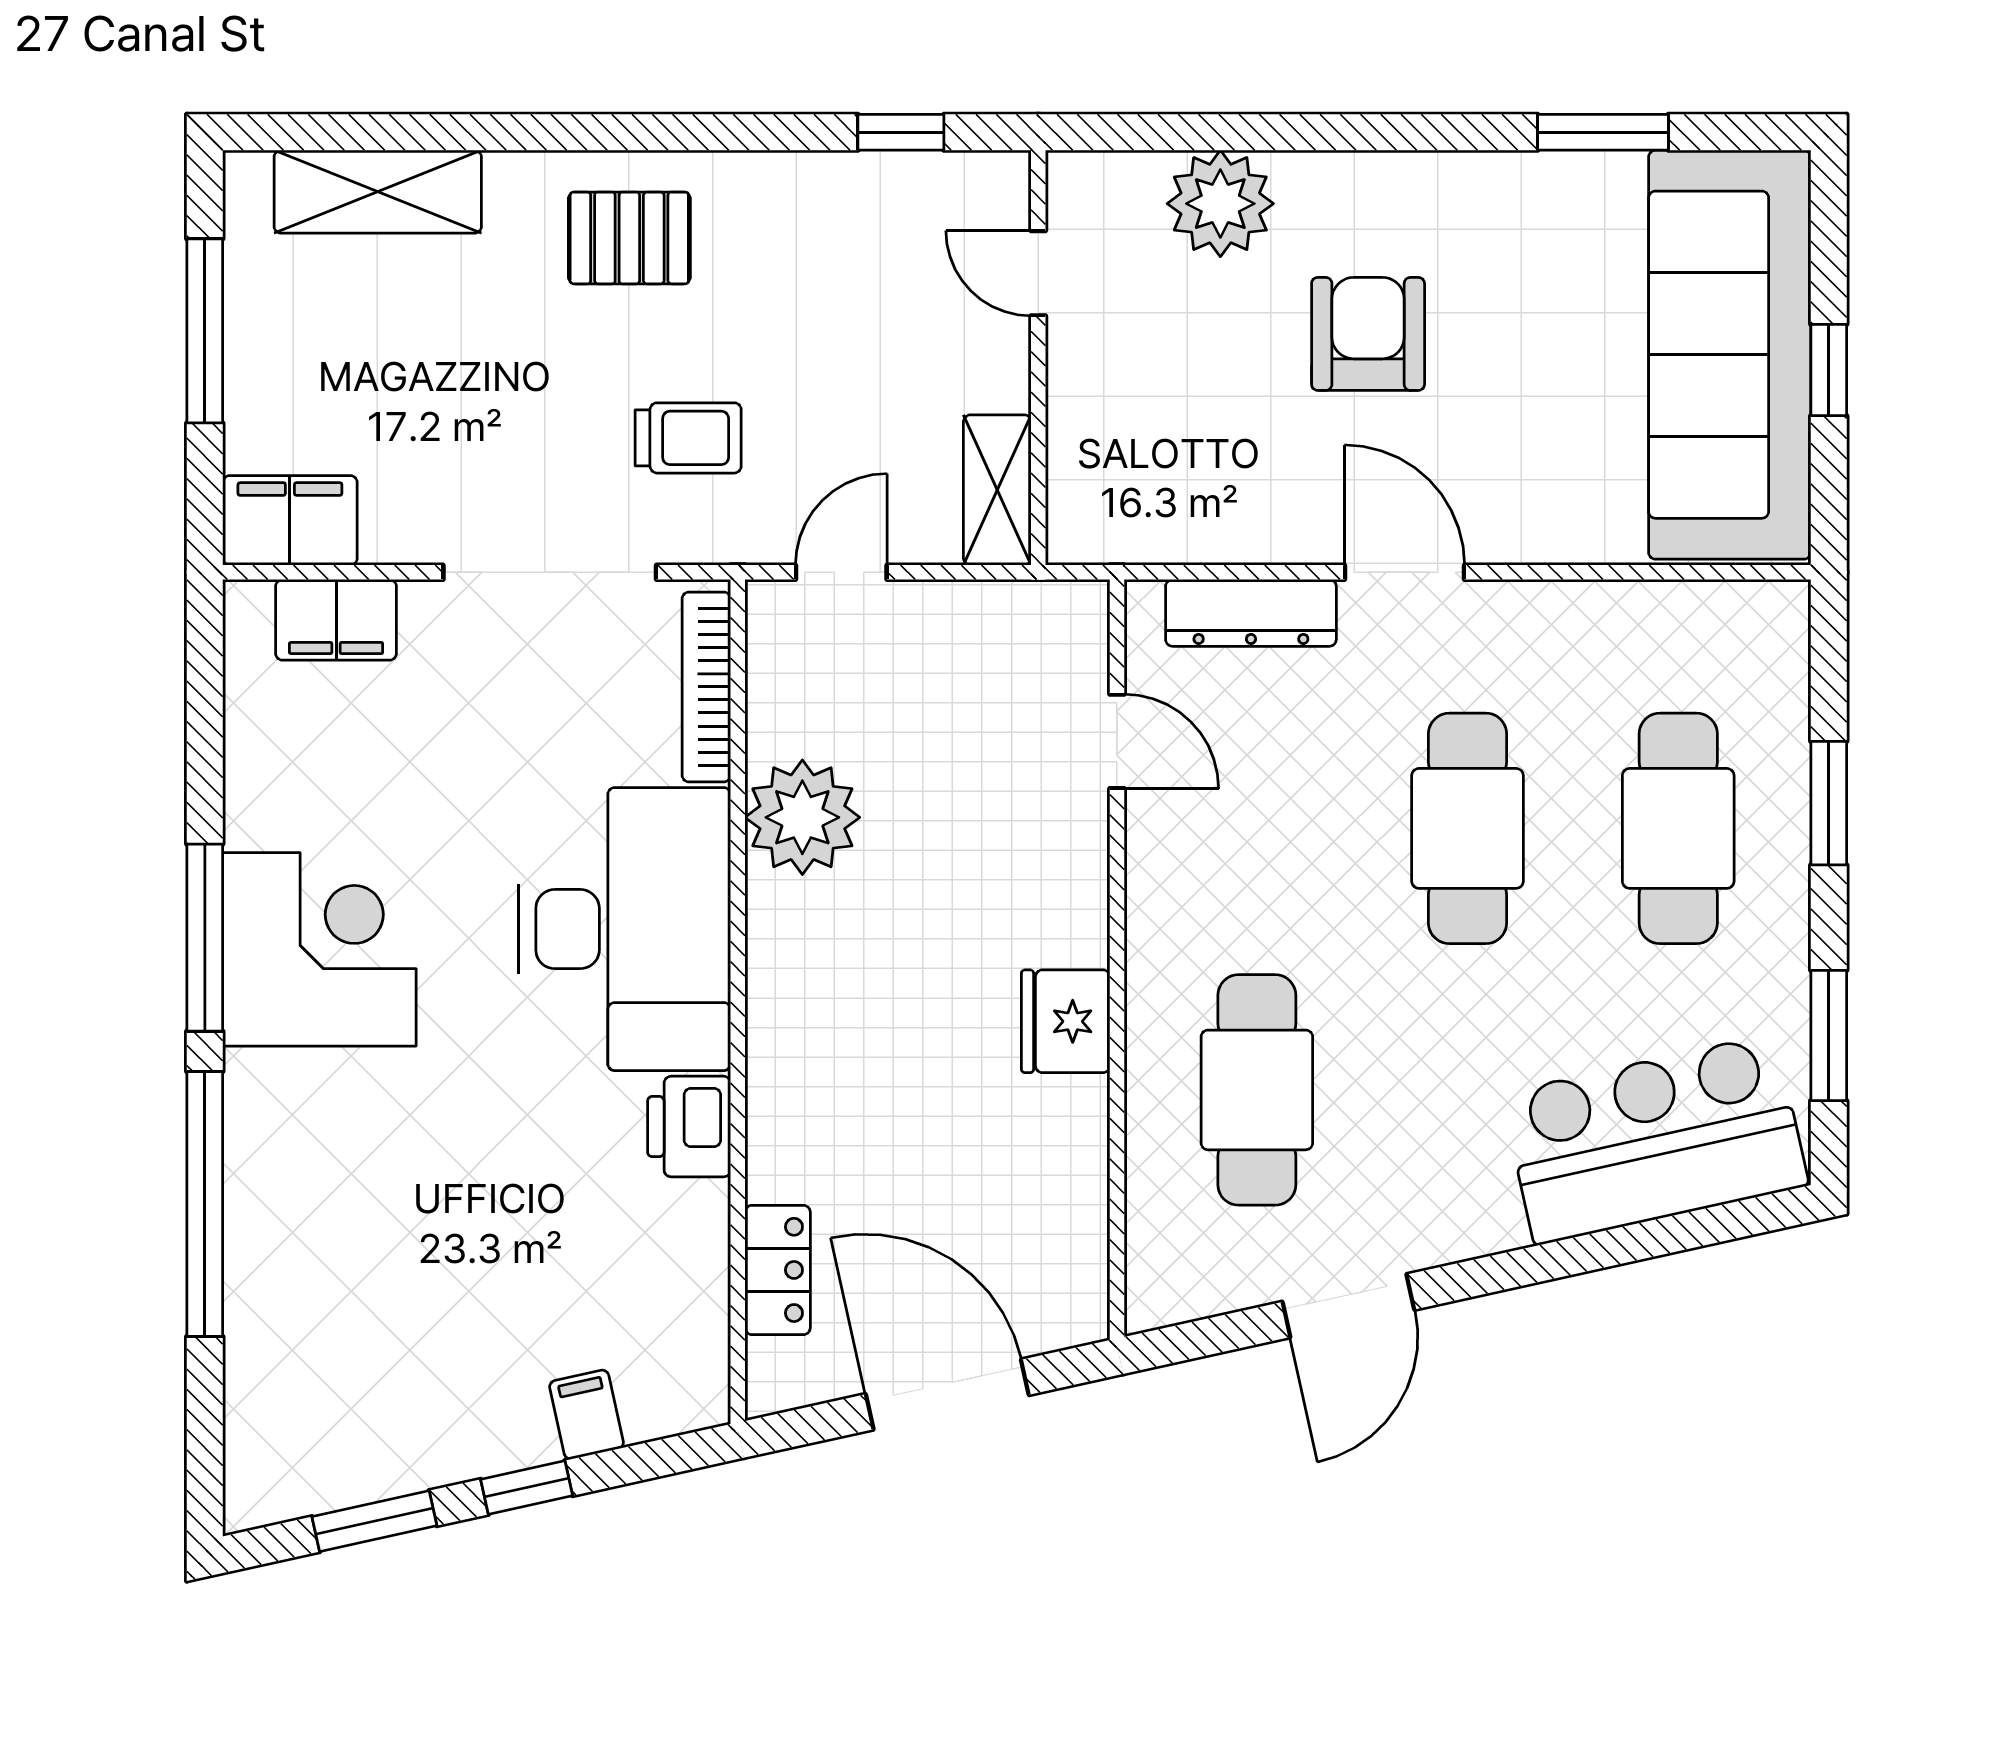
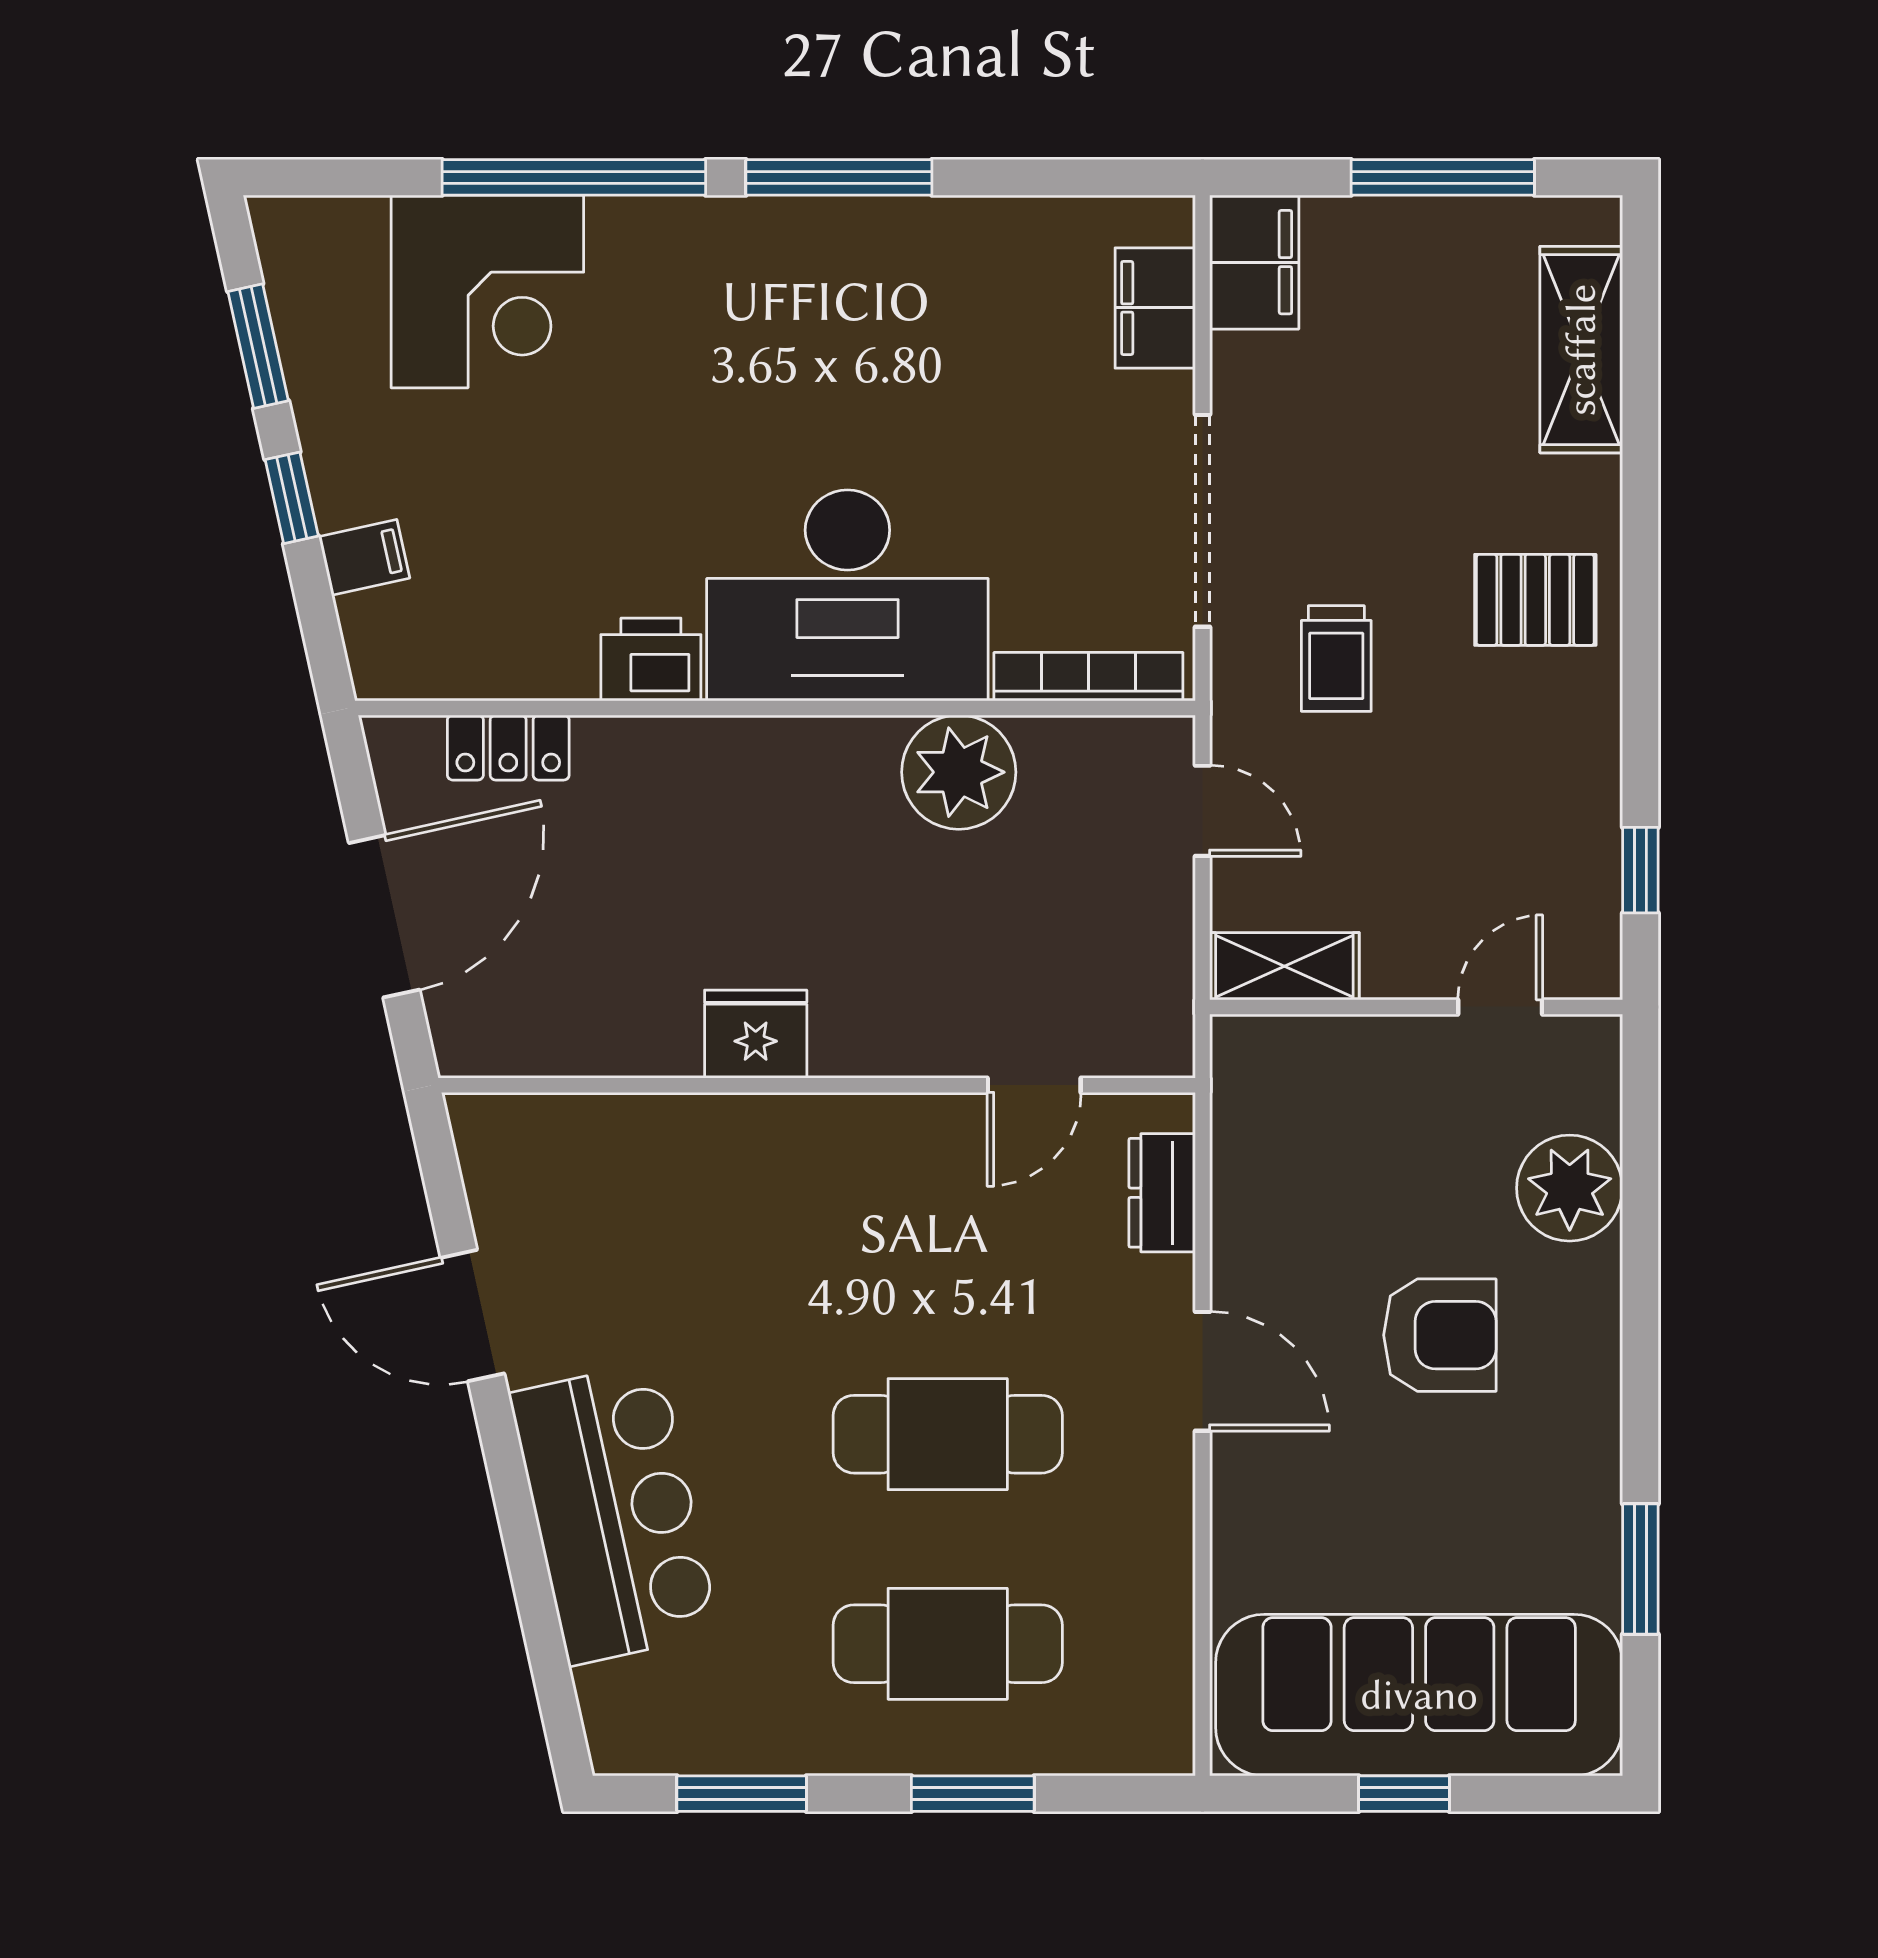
pallet: (629, 238) -> (1535, 600), turned 90
door: (1404, 572) -> (1202, 1371), hinge flipped
dresser: (1251, 613) -> (1162, 1193), width x0.70
corner desk: (319, 949) -> (487, 291), moved
cafe table: (1257, 1090) -> (687, 1224), removed
bar counter: (1655, 1139) -> (614, 1513), moved

